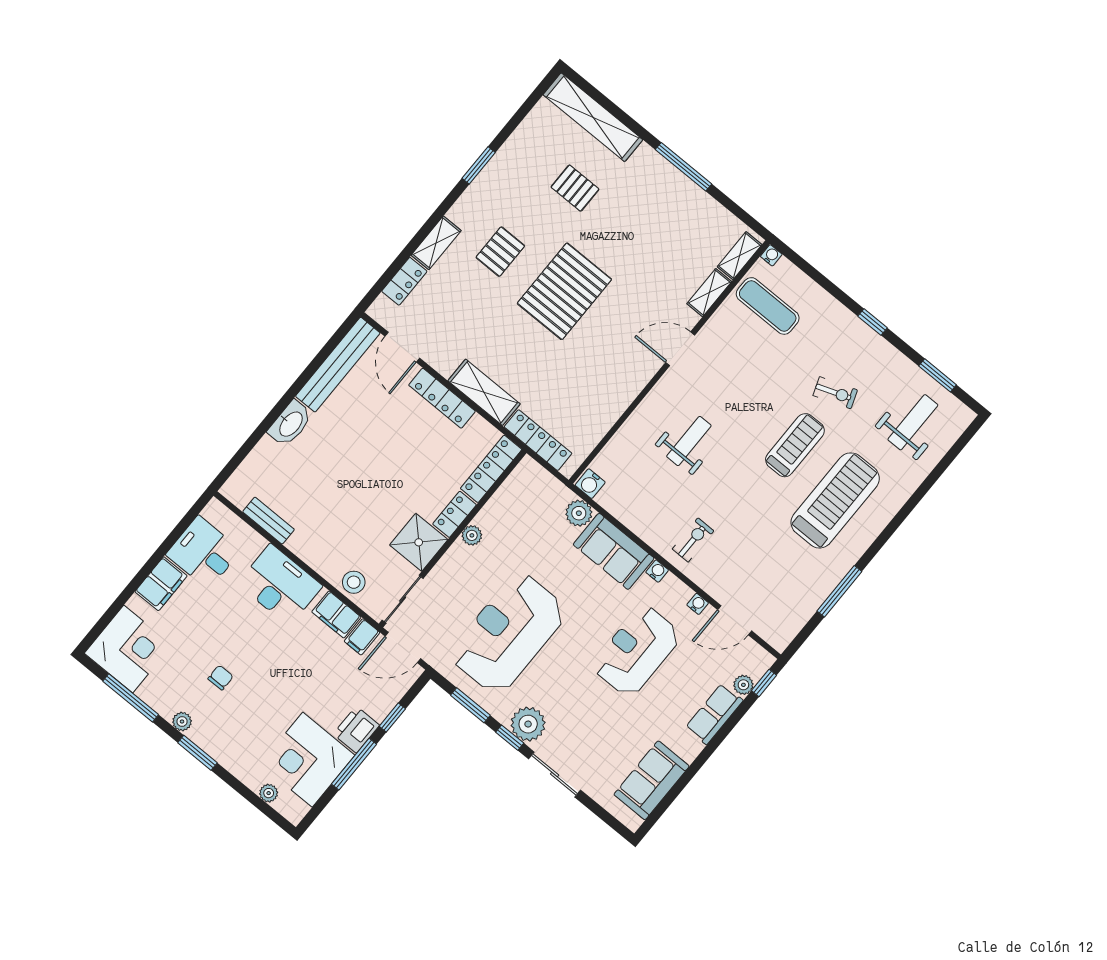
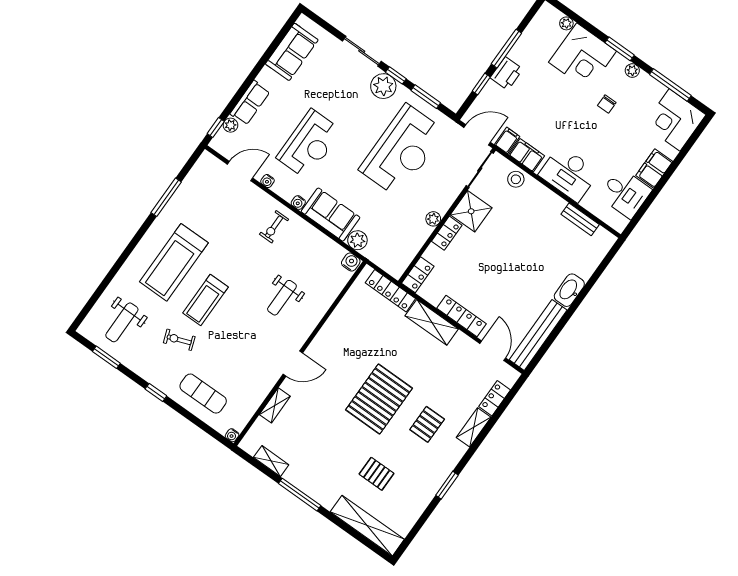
shelving: (740, 256) -> (271, 461), moved, turned 90
exercise mat: (768, 306) -> (203, 394), moved
locker: (491, 469) -> (418, 275), width x0.66
corner desk: (307, 760) -> (583, 57), moved, turned 90

